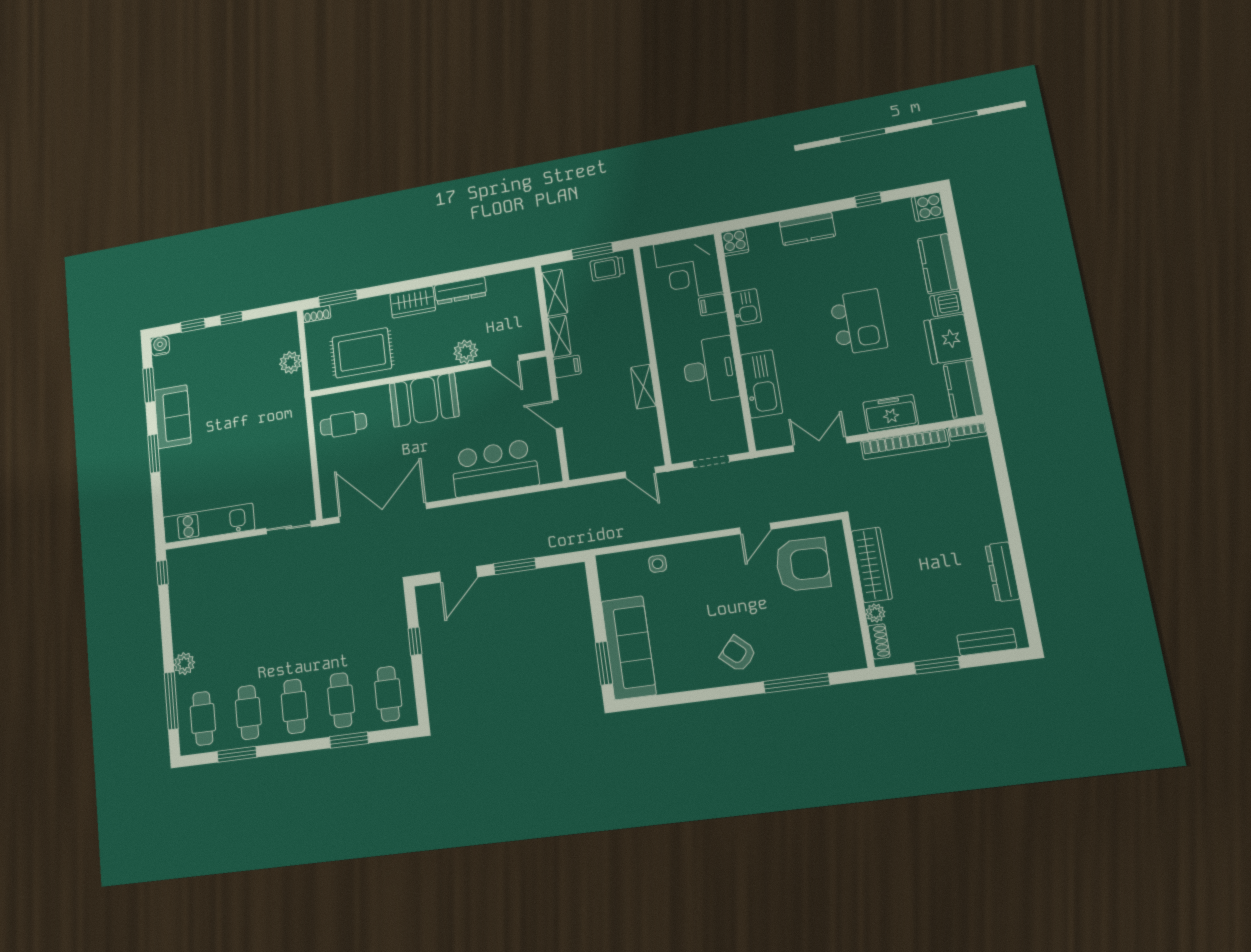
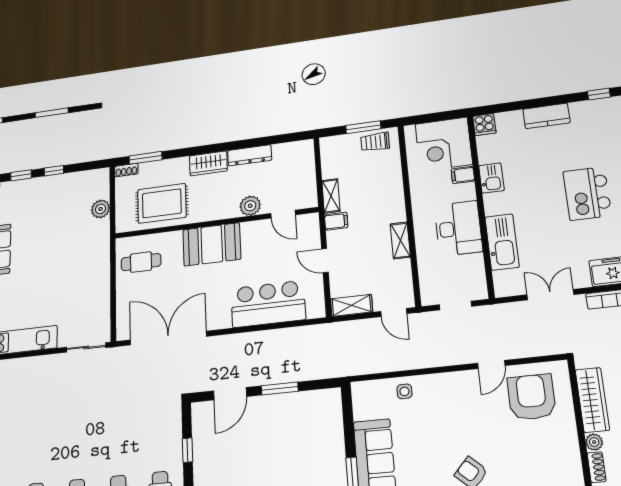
shelving: (555, 293) -> (351, 305), moved, turned 90
kitchen island: (858, 322) -> (587, 194), turned 180
armchair: (803, 564) -> (532, 397), turned -92

